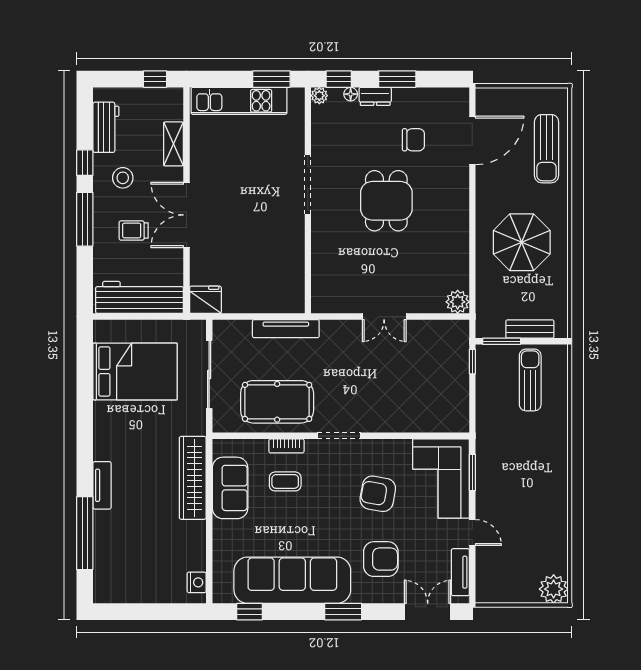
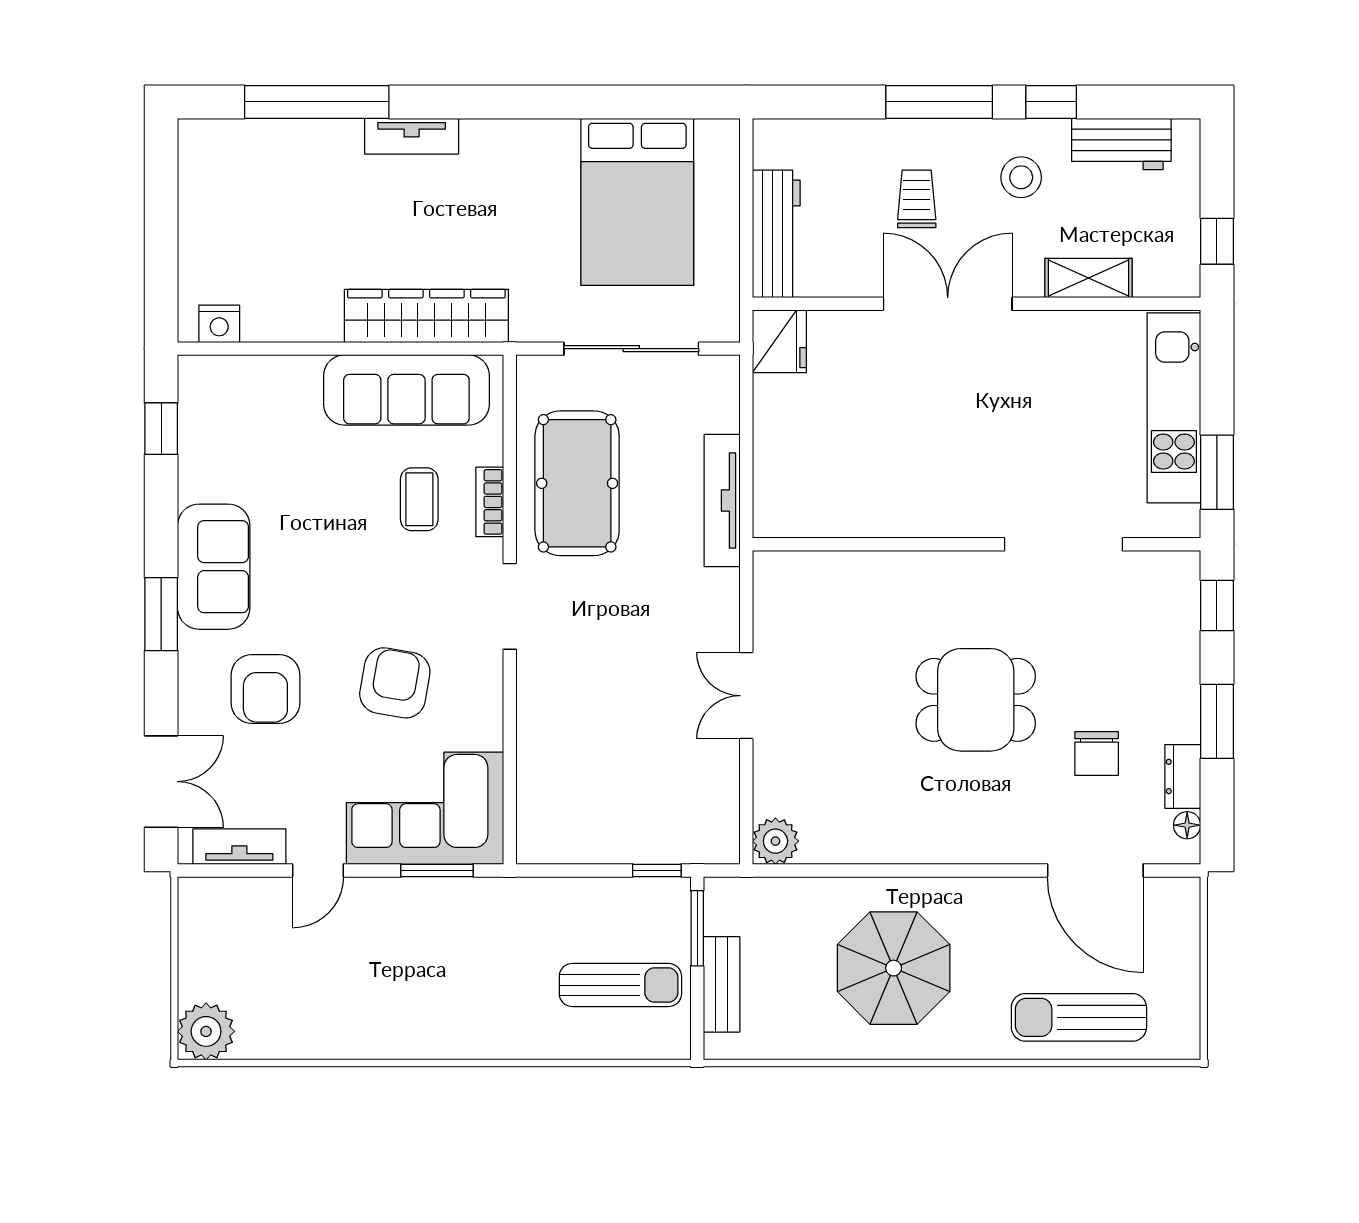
floor lamp: (351, 94) -> (1187, 825), moved
plant: (319, 96) -> (1184, 567), removed
dresser: (375, 96) -> (1183, 776), moved
doorway: (308, 185) -> (1064, 544), moved
workbench: (140, 297) -> (776, 234), width x0.73, depth x0.76
sofa: (230, 488) -> (406, 390), width x1.36
sofa: (292, 580) -> (214, 567), width x0.54, depth x0.79

